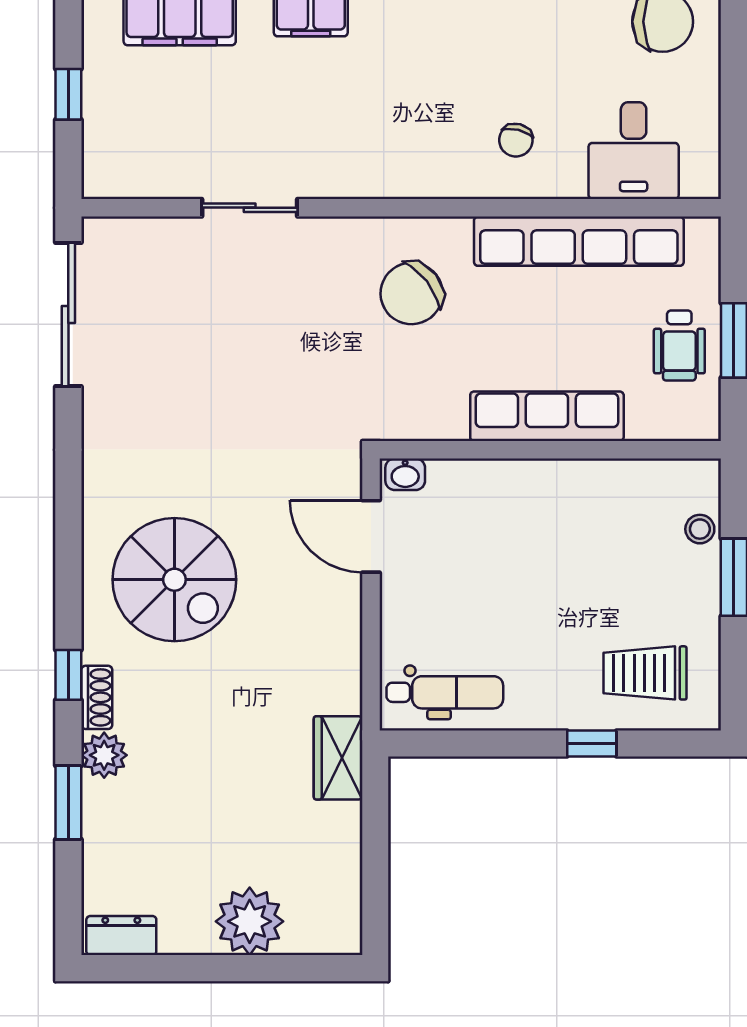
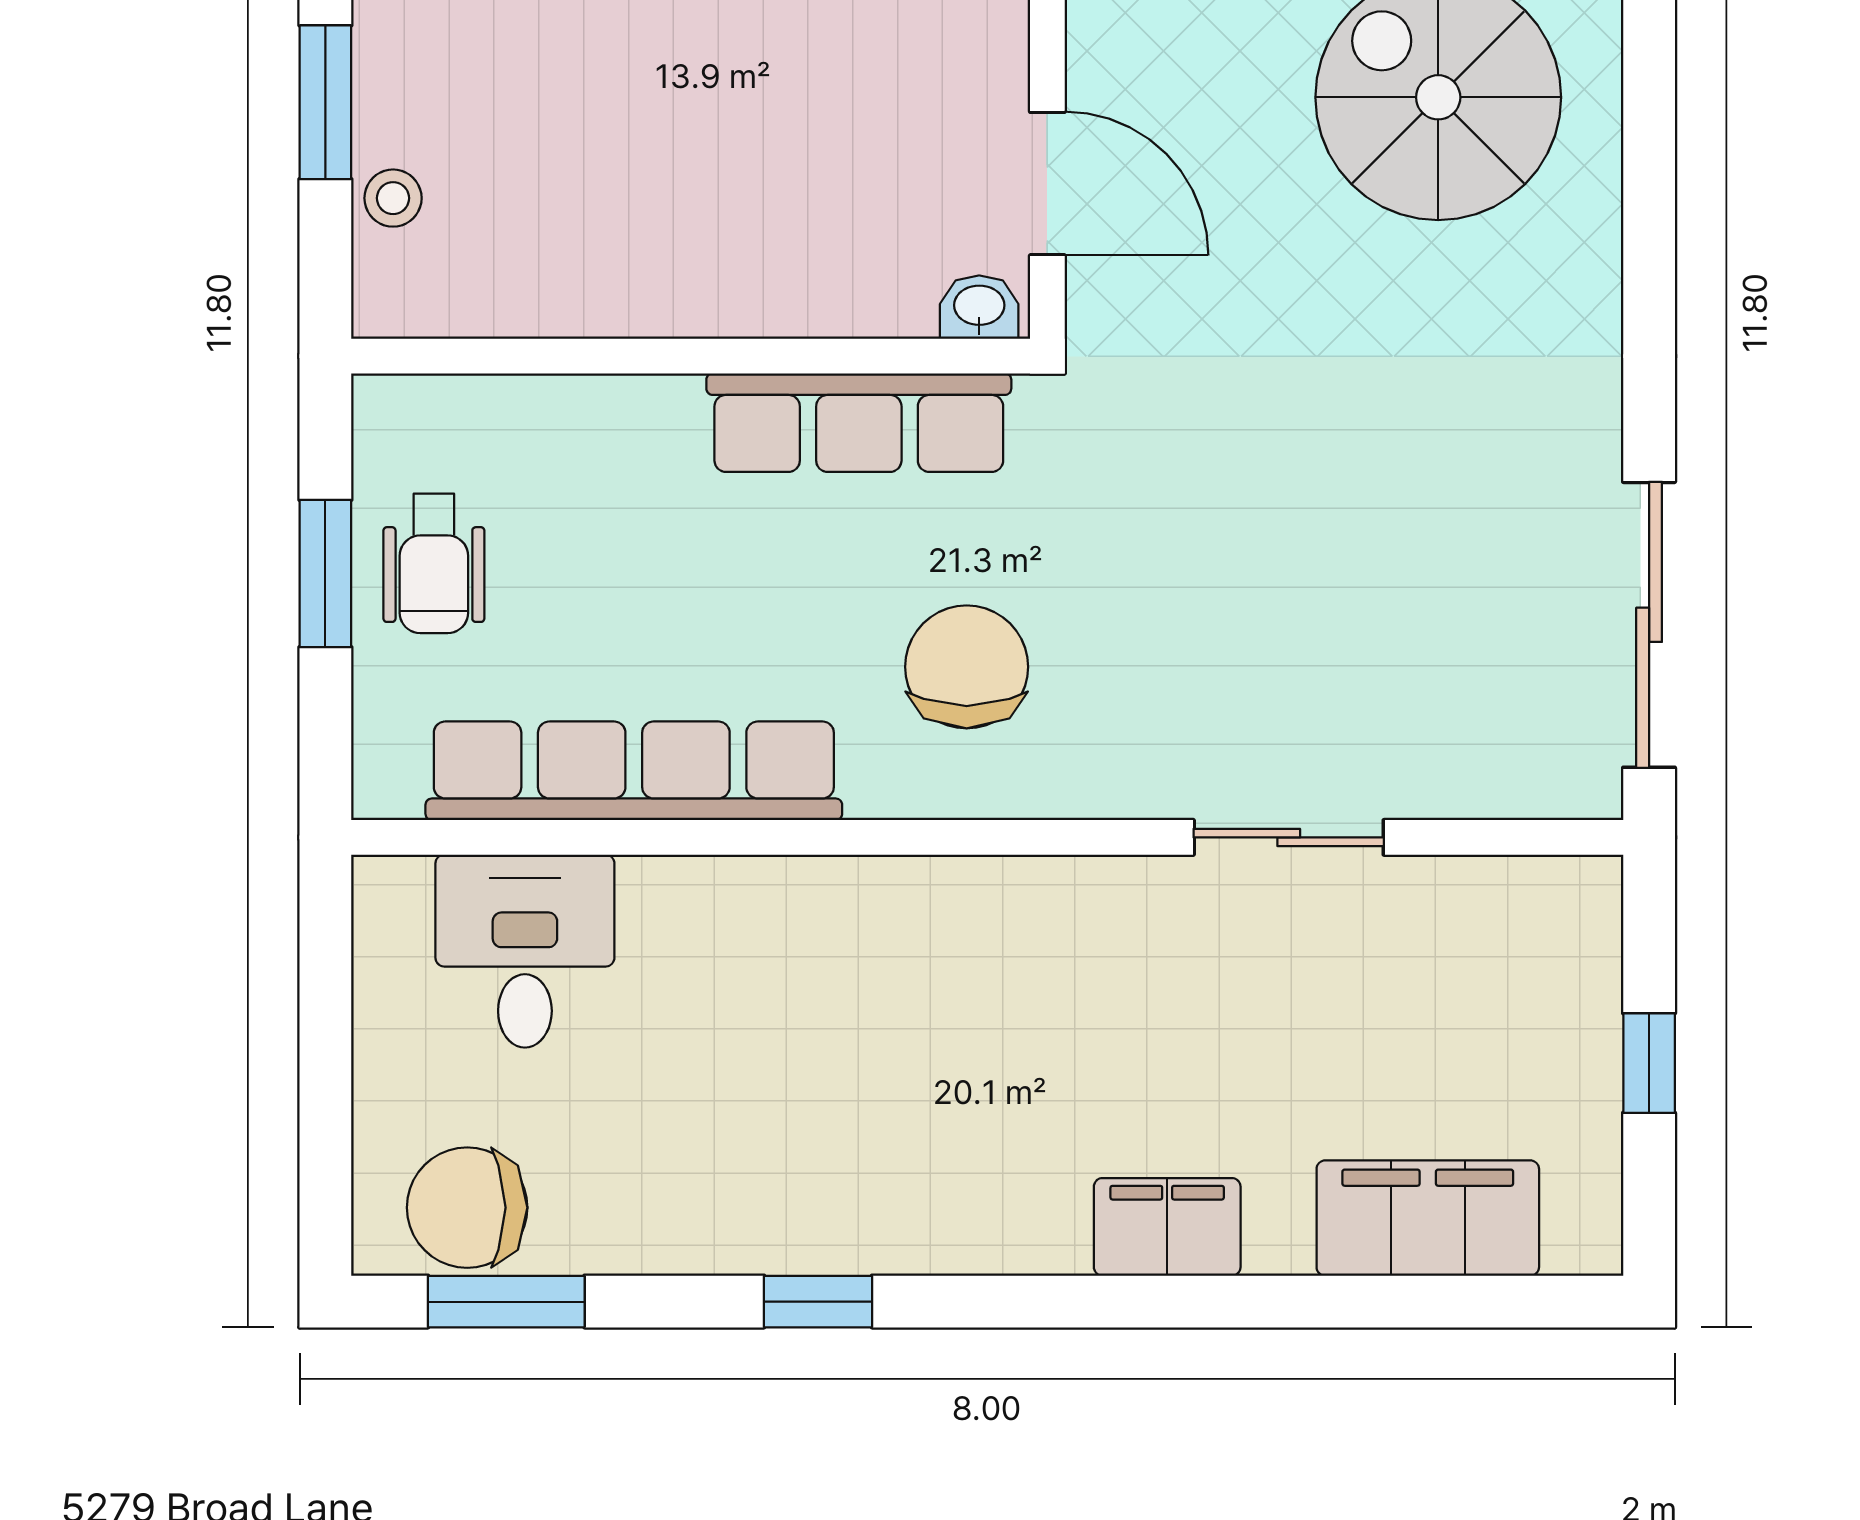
chair: (516, 140) -> (759, 972), removed
chair: (412, 293) -> (967, 667), turned -52
wheelchair: (679, 345) -> (434, 563), turned 180
row of seats: (547, 416) -> (859, 423), moved

